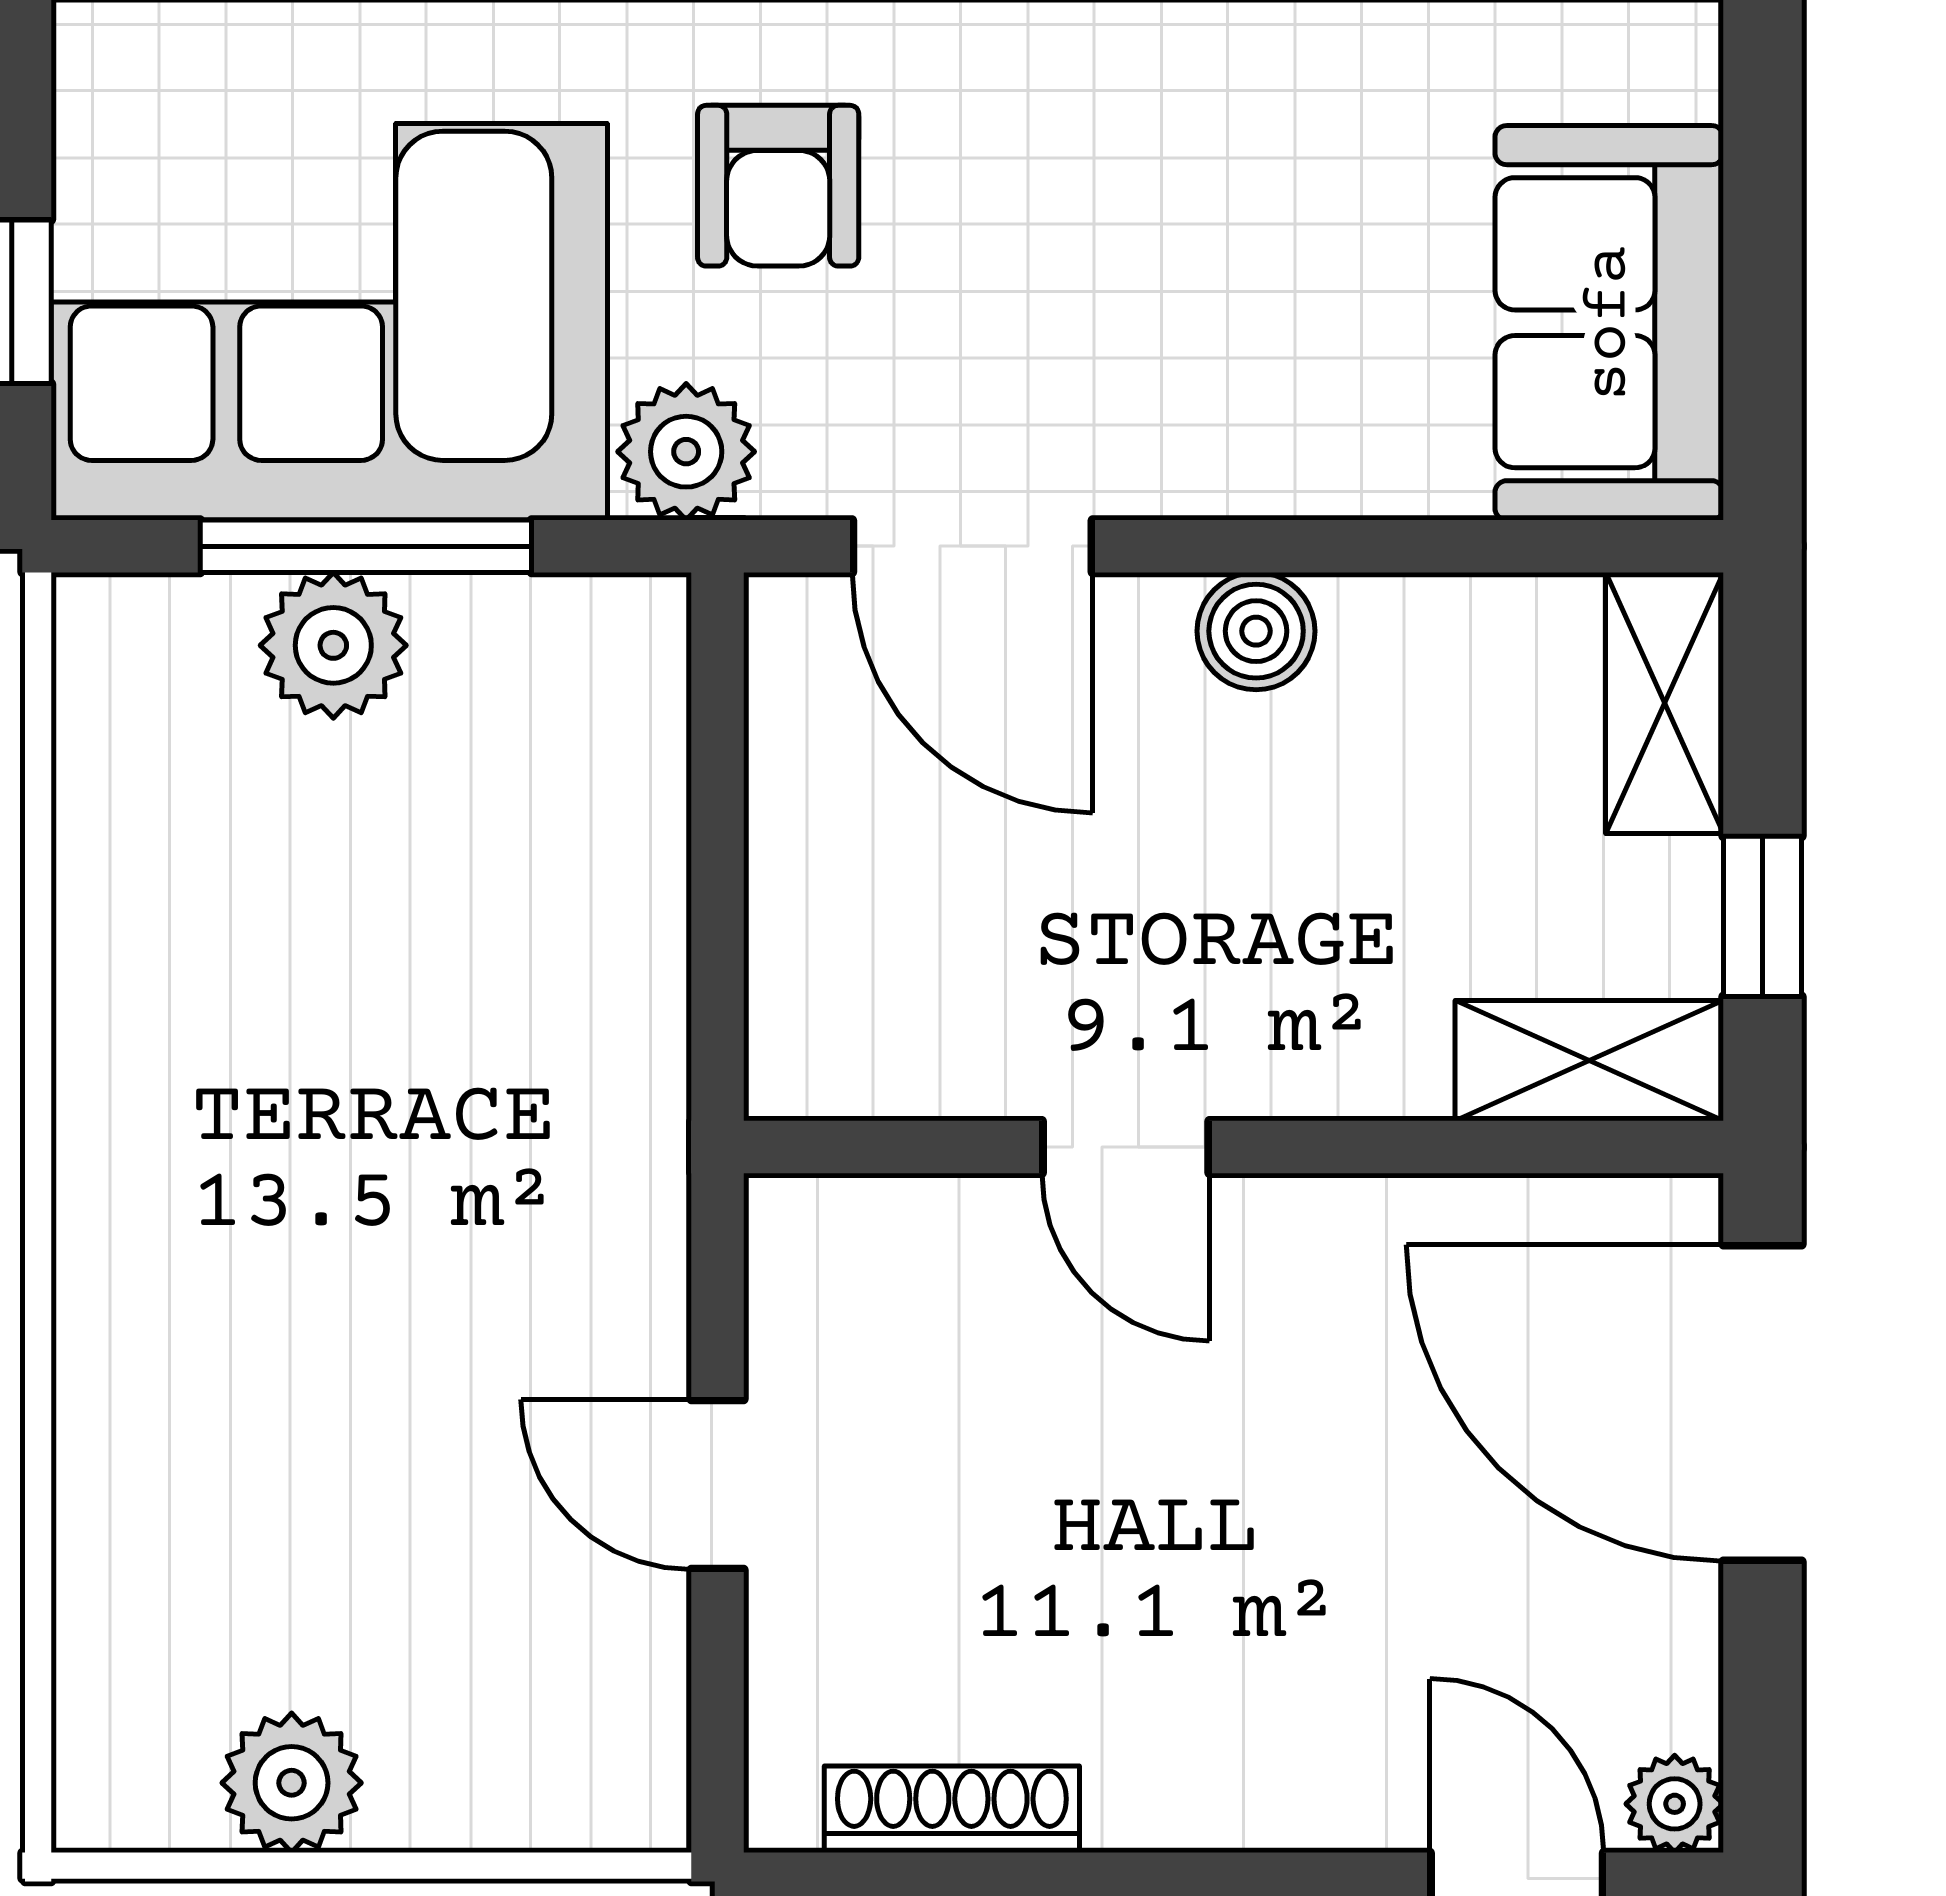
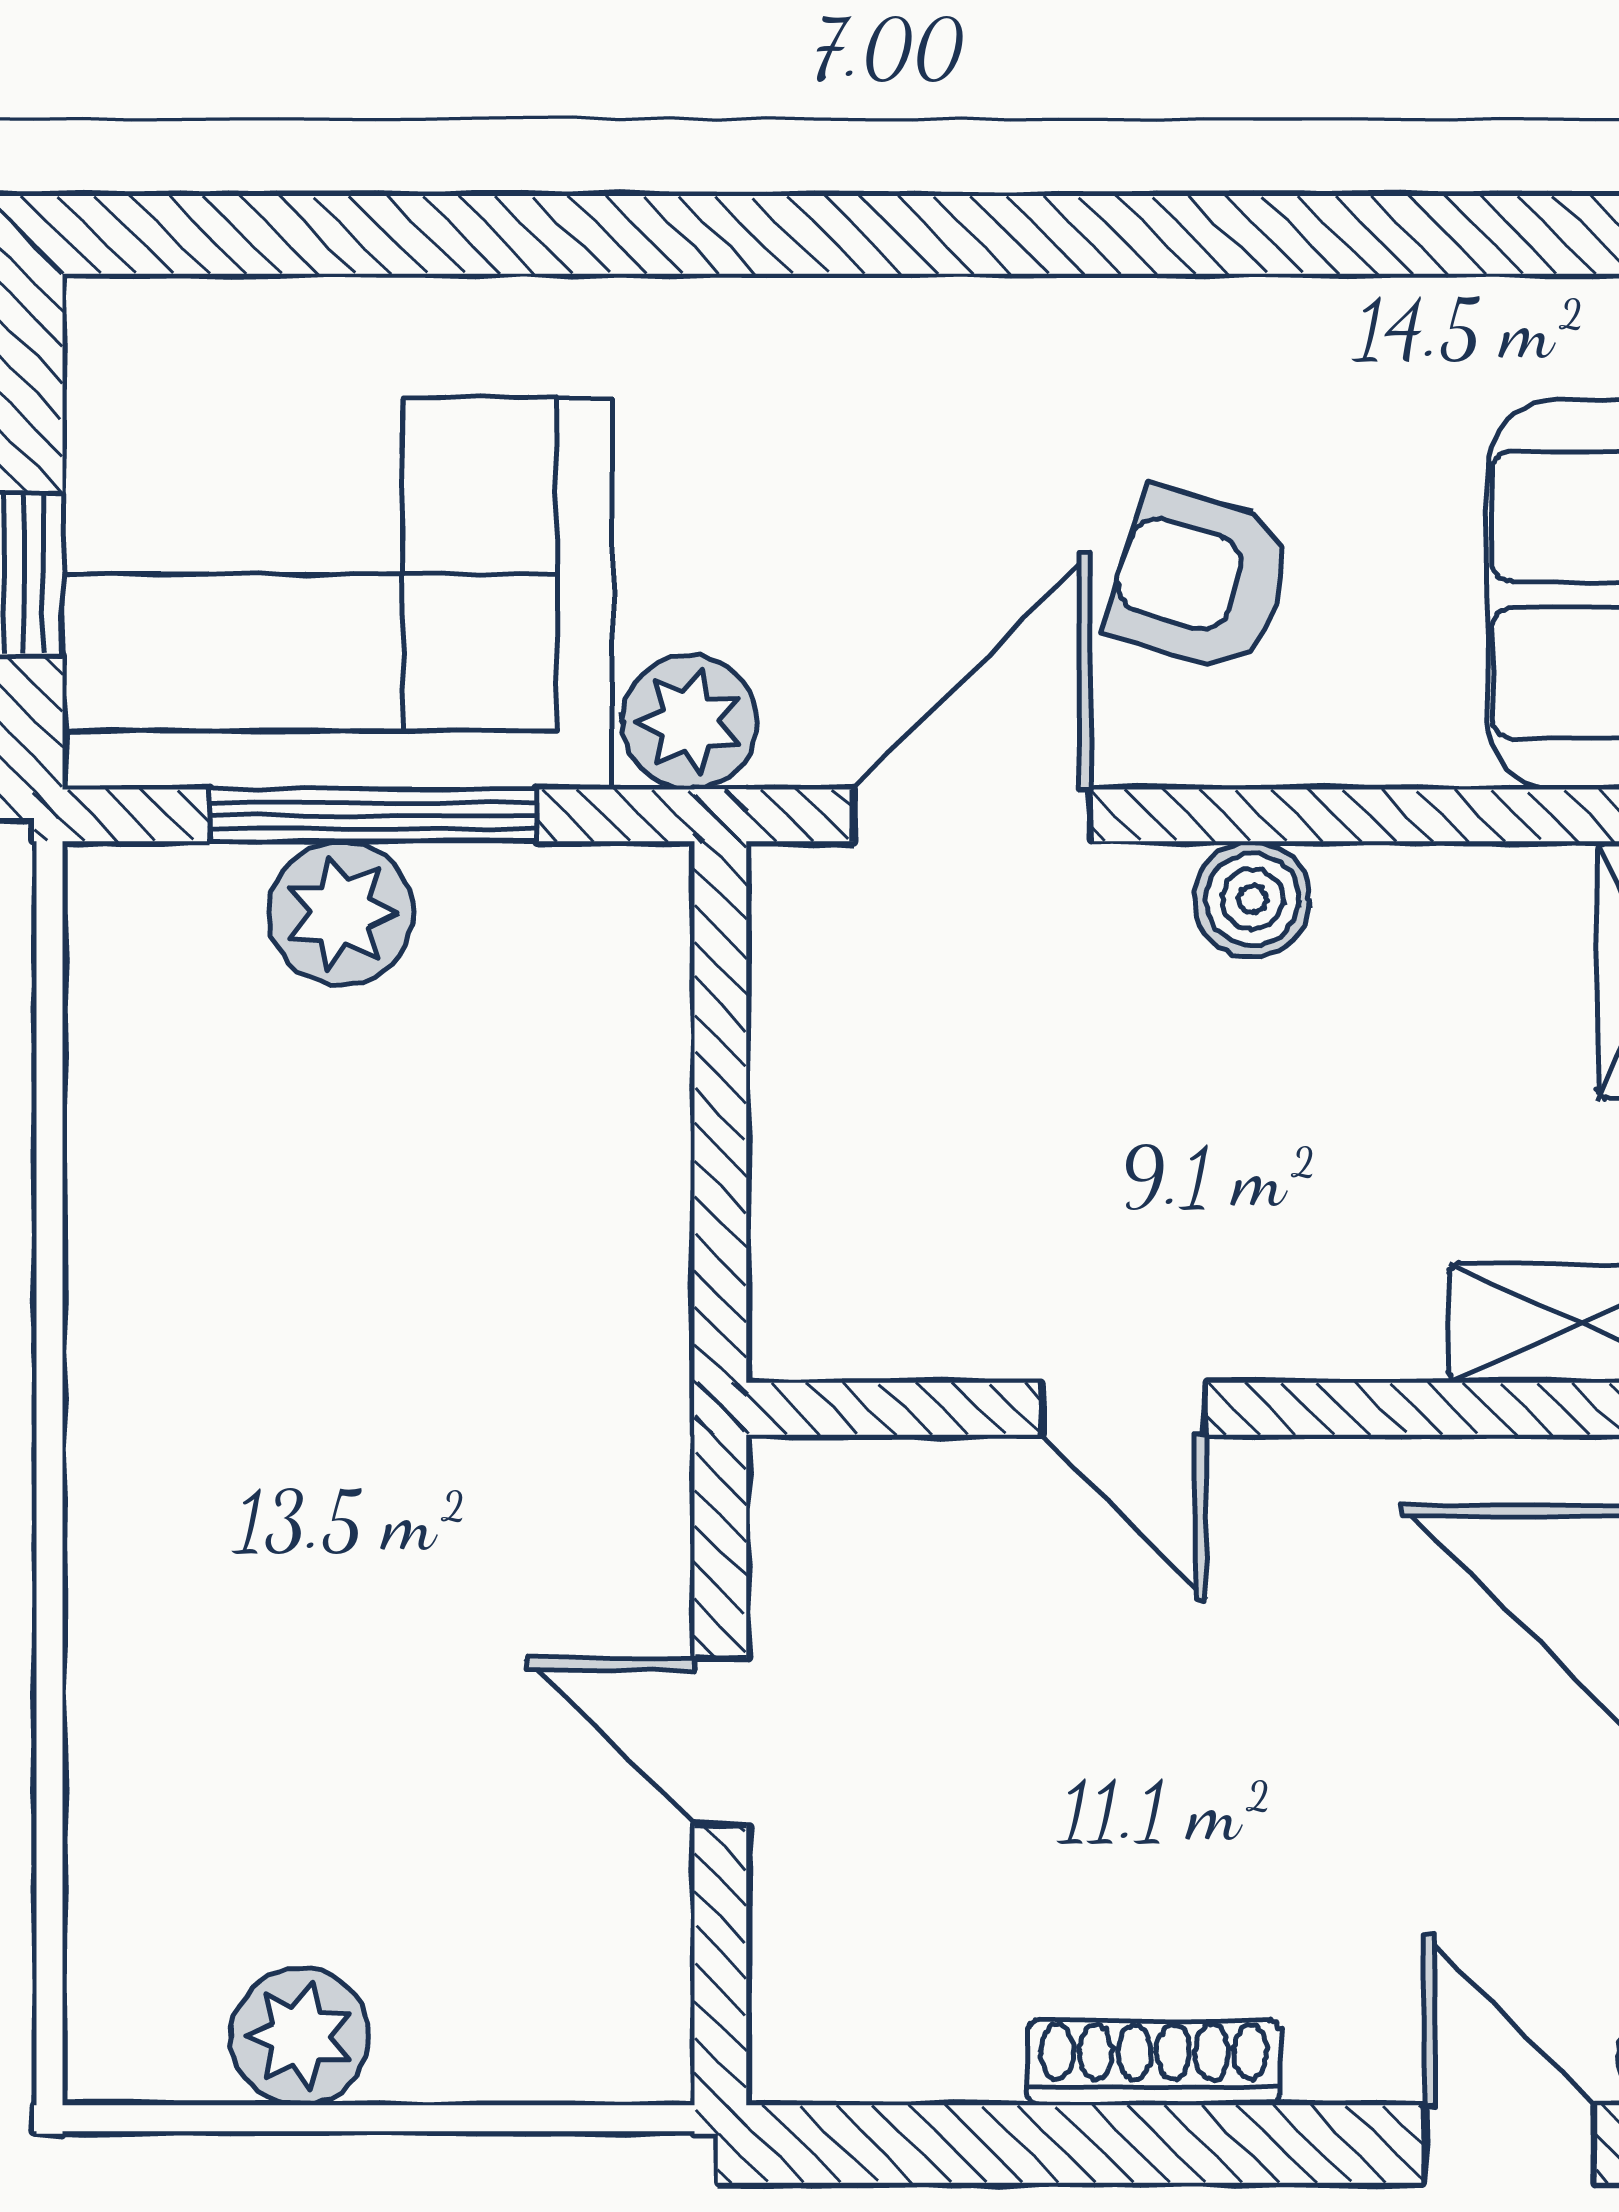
armchair: (778, 186) -> (1200, 581), moved, turned 107
door: (972, 546) -> (972, 815), swing flipped
shoe rack: (952, 1809) -> (1154, 2062), moved

